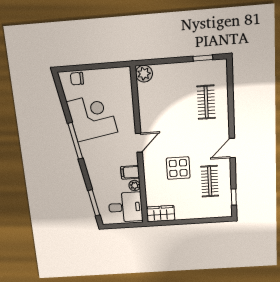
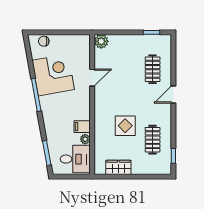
door: (139, 143) -> (92, 78), moved
door: (232, 148) -> (173, 94), moved
wardrobe: (161, 214) -> (118, 167), moved

